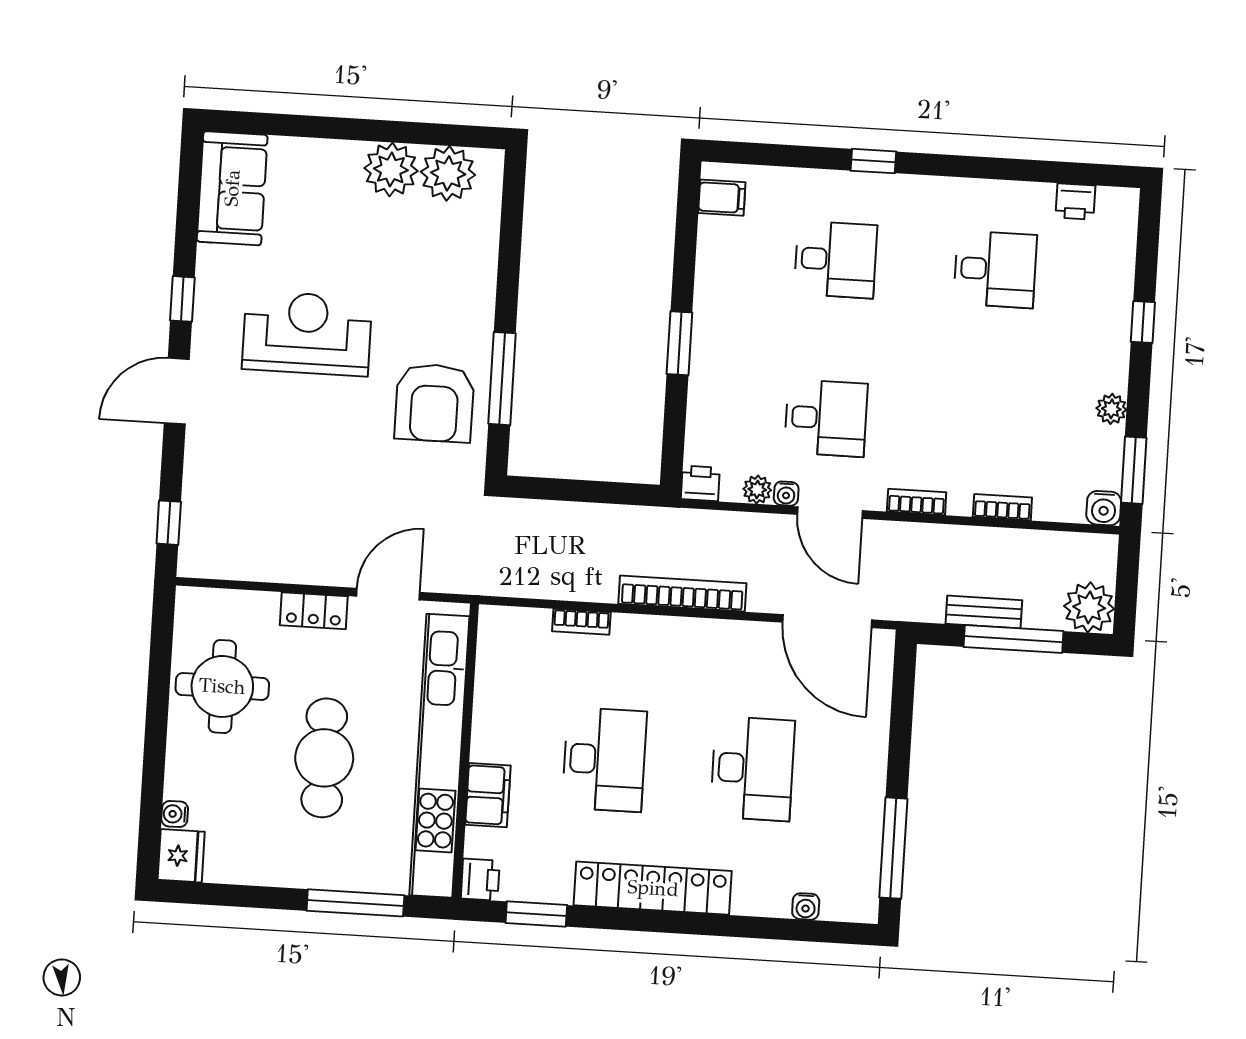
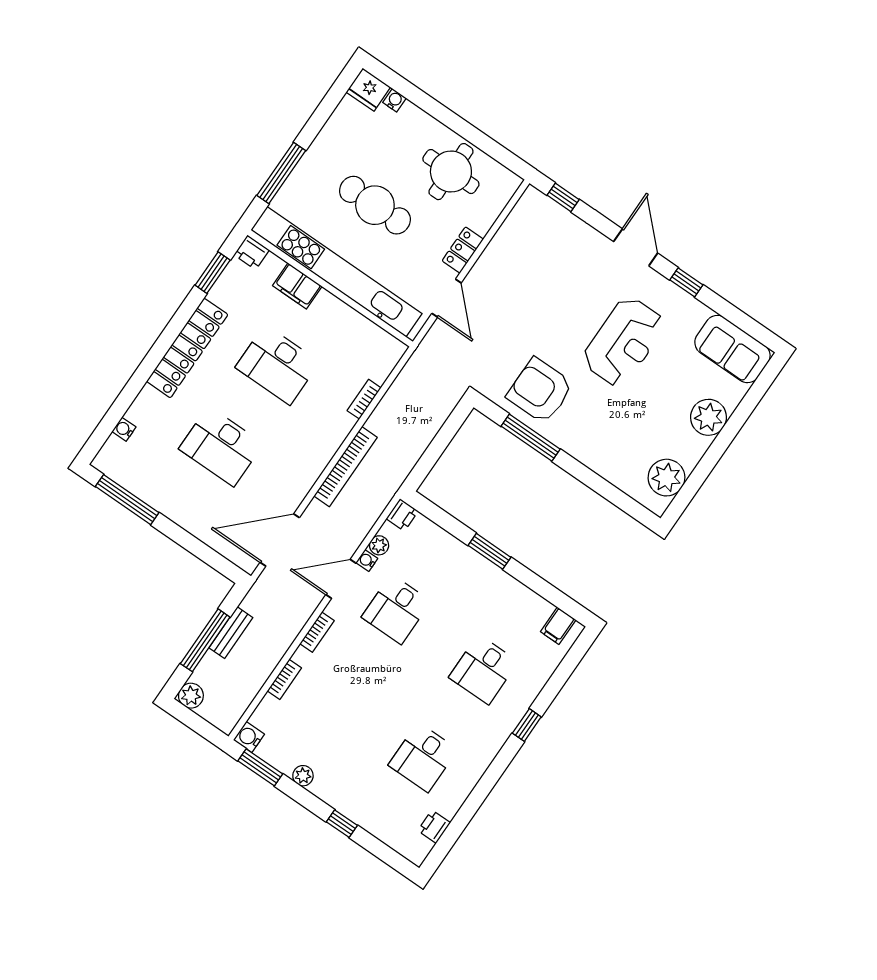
plant: (391, 169) -> (709, 417), moved
plant: (1089, 607) -> (191, 696), width x0.73, depth x0.73

